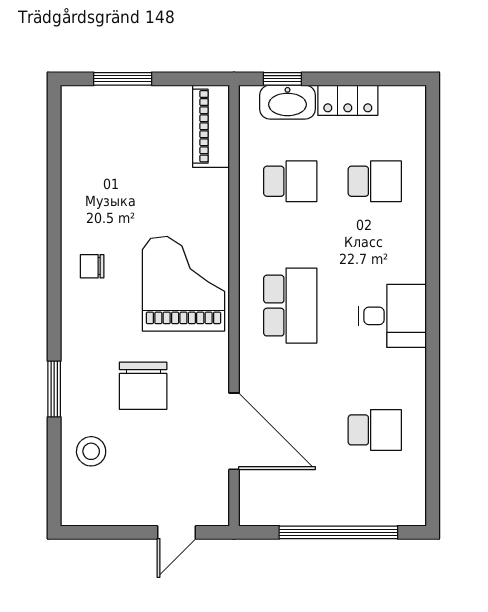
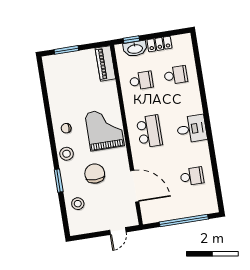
stool: (83, 328) -> (67, 154), added
chair: (143, 386) -> (95, 174), turned 180

